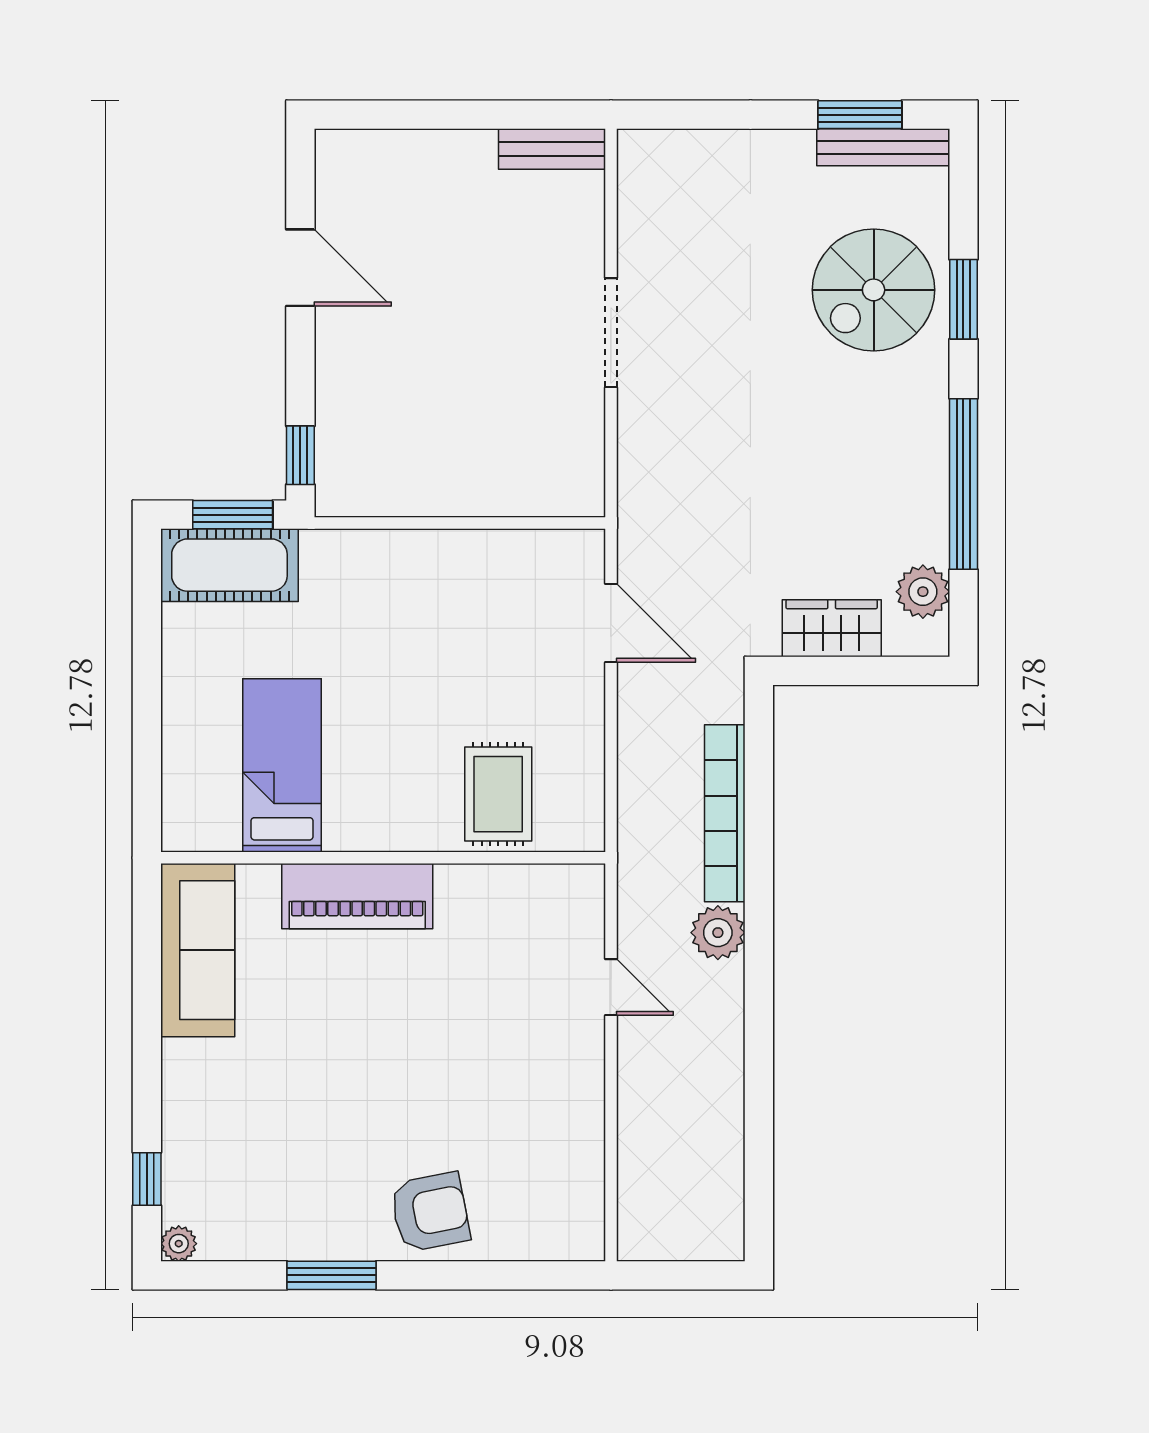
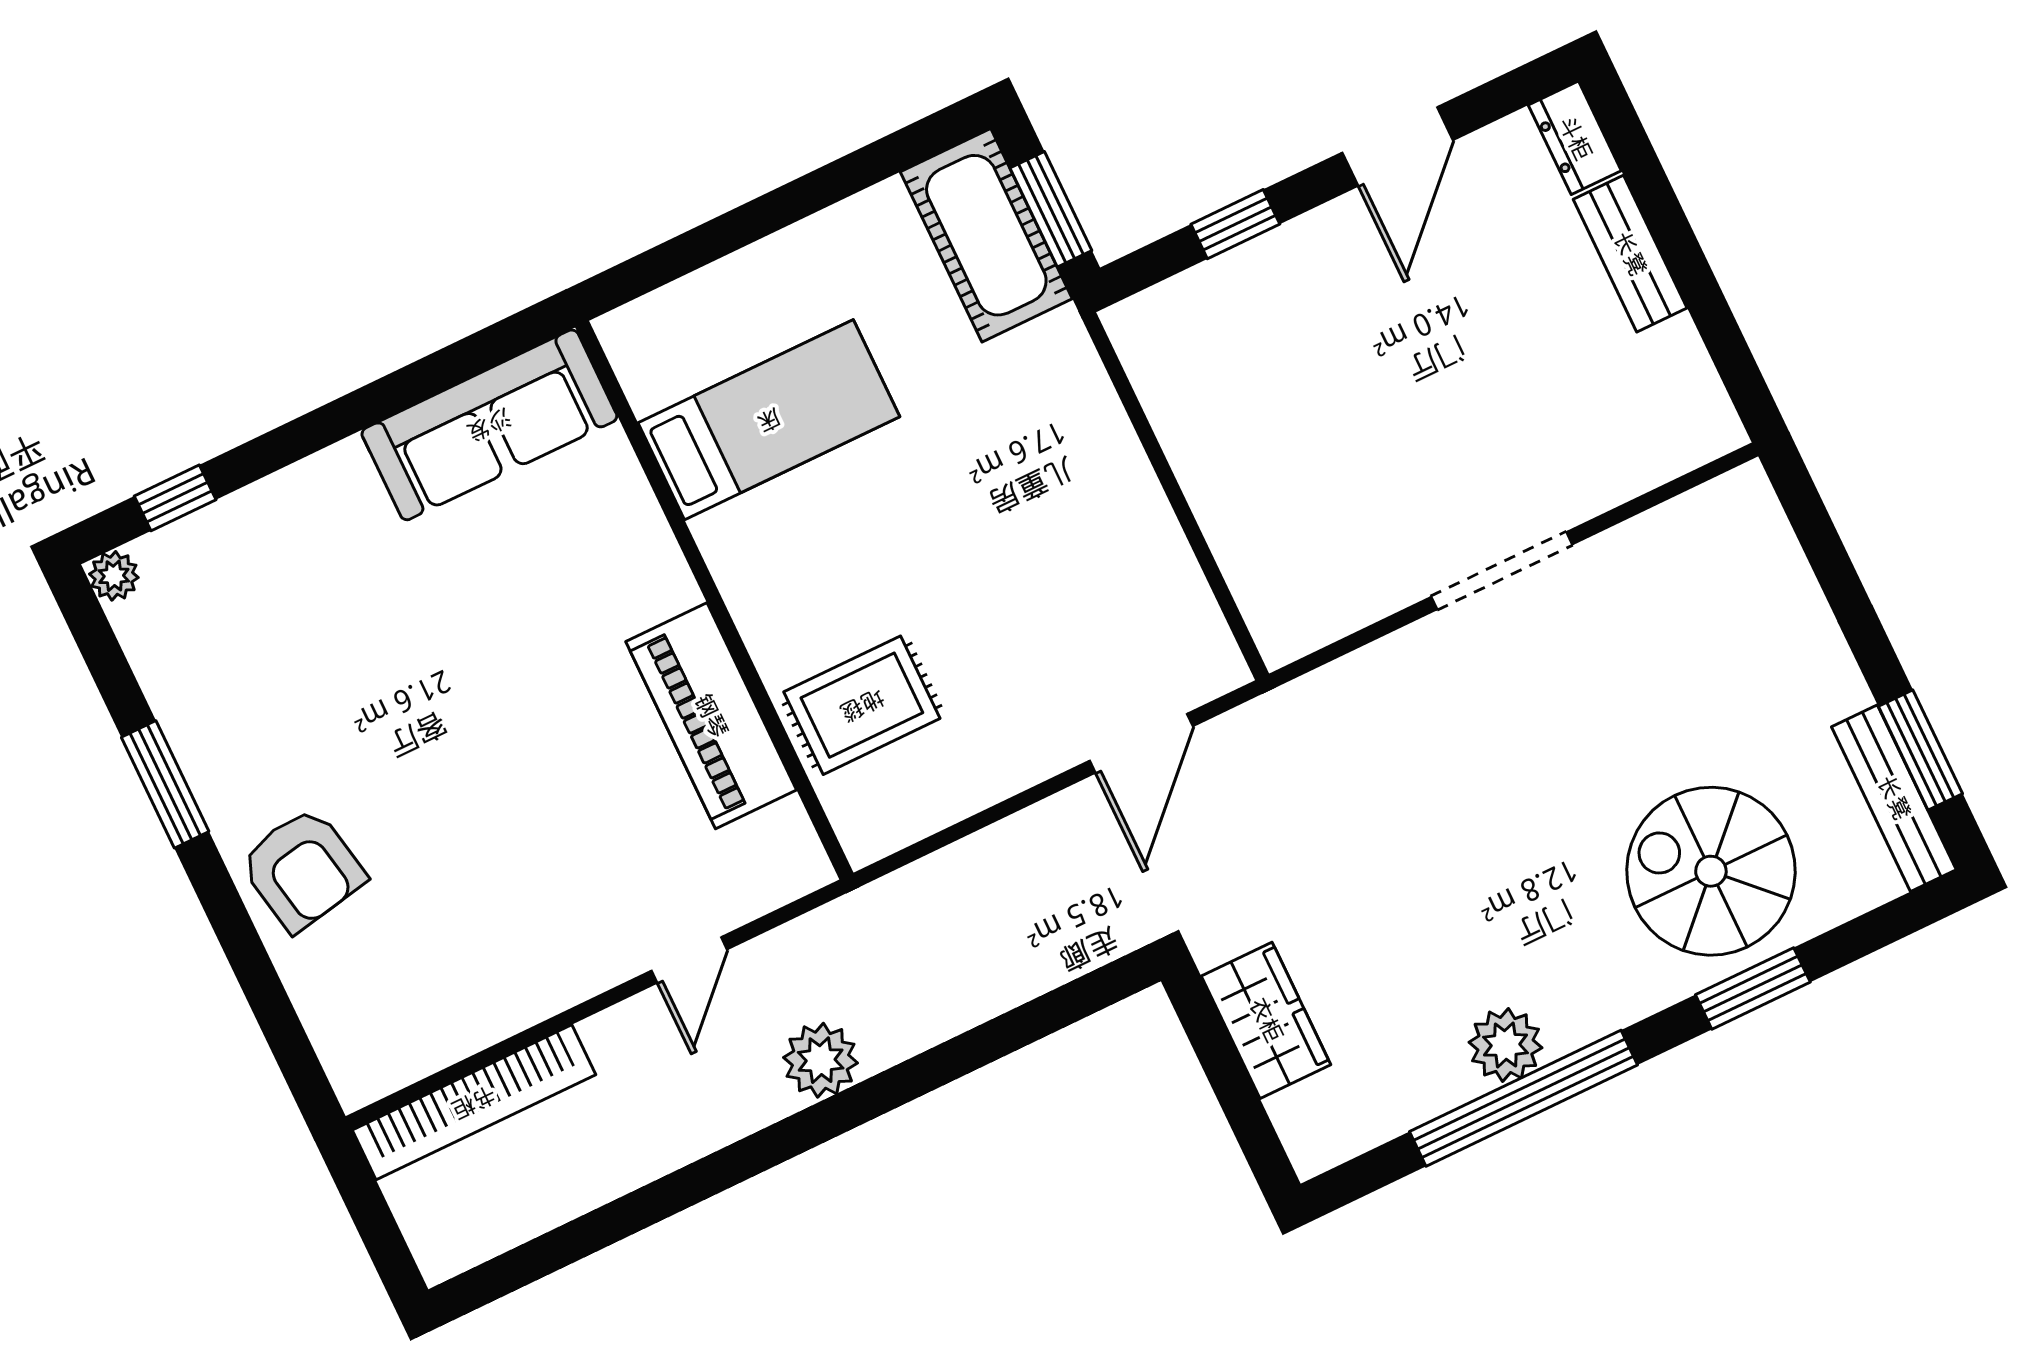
dresser: (350, 149) -> (1575, 138), added
bench: (552, 149) -> (1630, 254), moved
window: (300, 455) -> (1235, 224), moved
plant: (923, 592) -> (1505, 1045), moved
bookcase: (725, 813) -> (474, 1102), moved, turned 180
piano: (357, 896) -> (711, 716), moved

